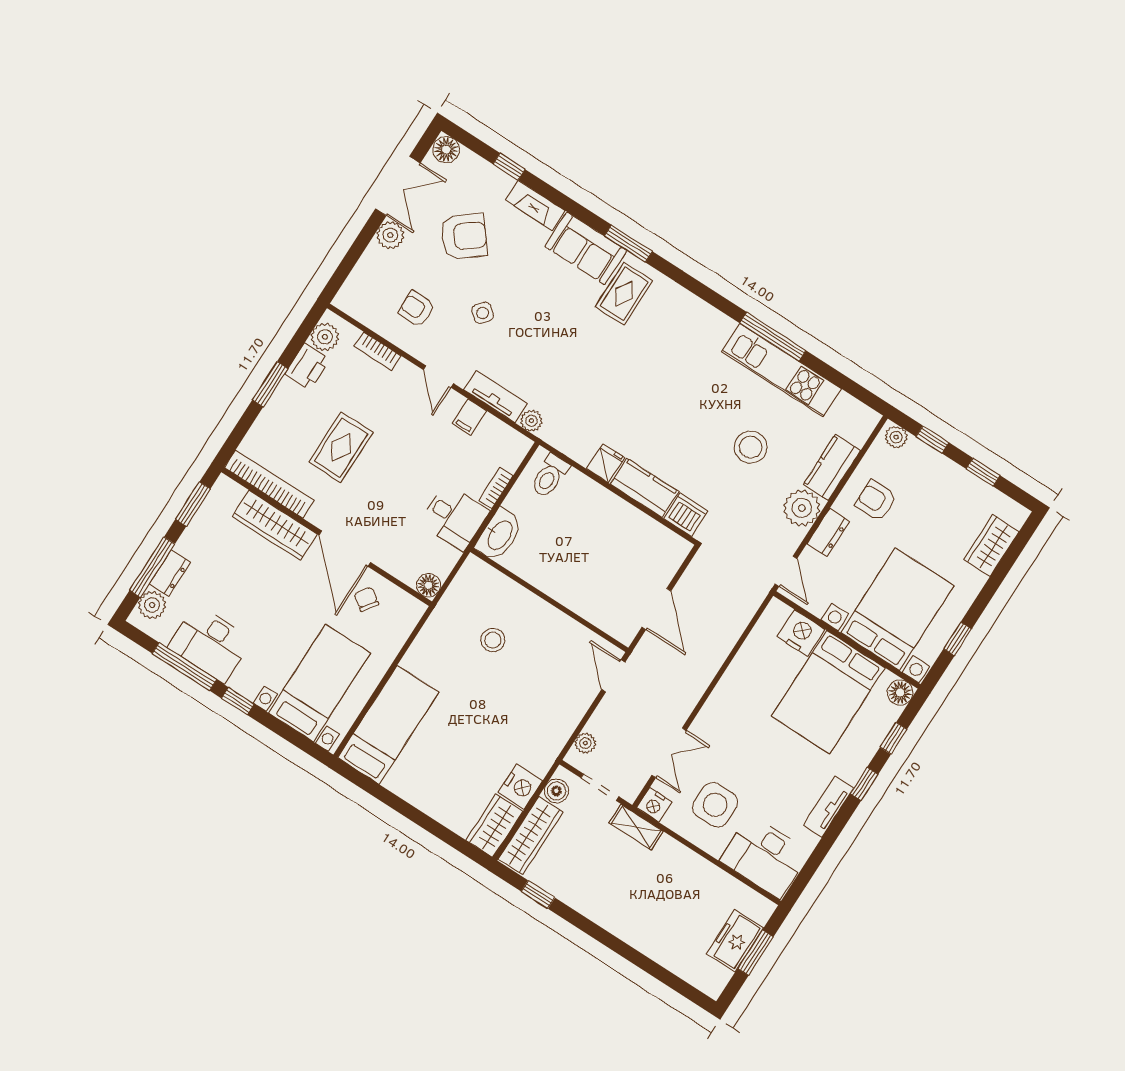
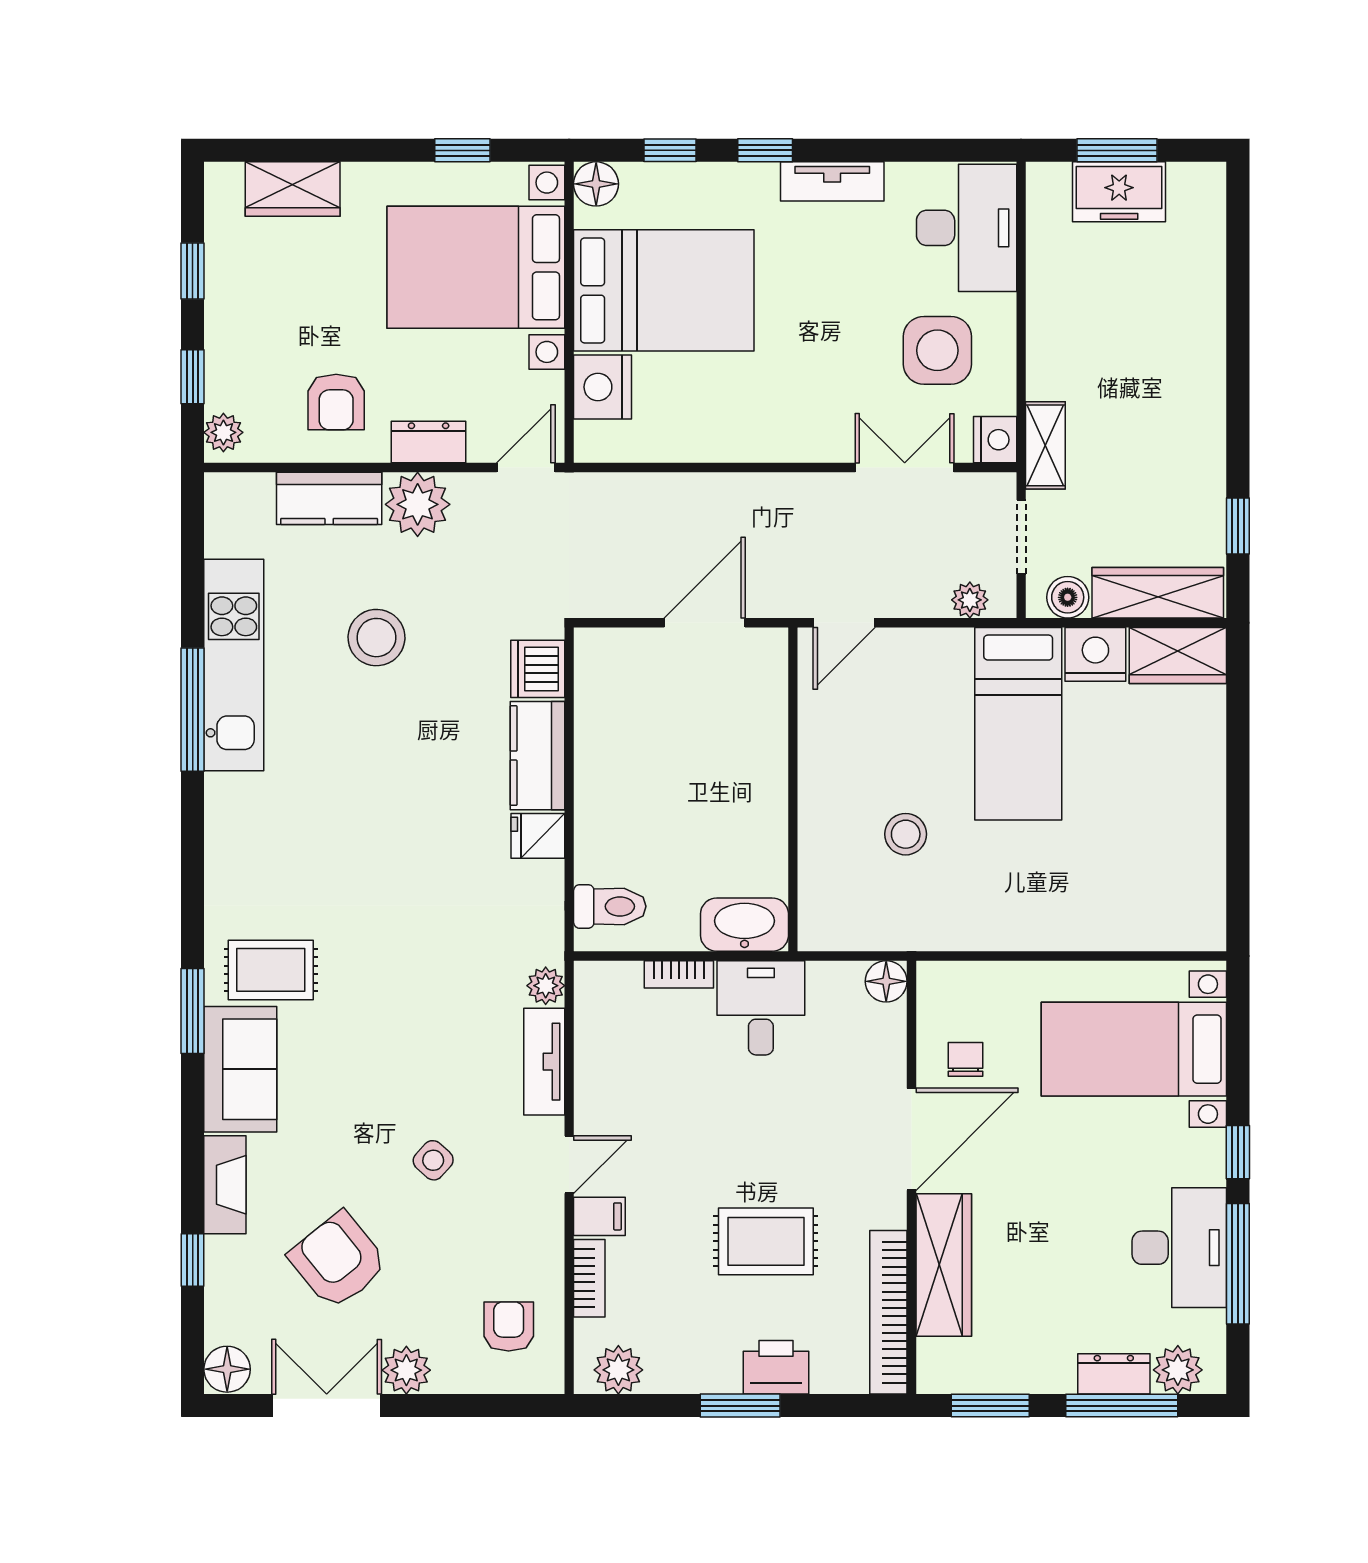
armchair: (416, 309) -> (509, 1326), moved, turned 180
printer: (307, 367) -> (776, 1367), moved
filing cabinet: (469, 417) -> (599, 1216), moved
chair: (366, 599) -> (966, 1059), turned 144
bed: (388, 725) -> (1018, 724), moved, turned -90

